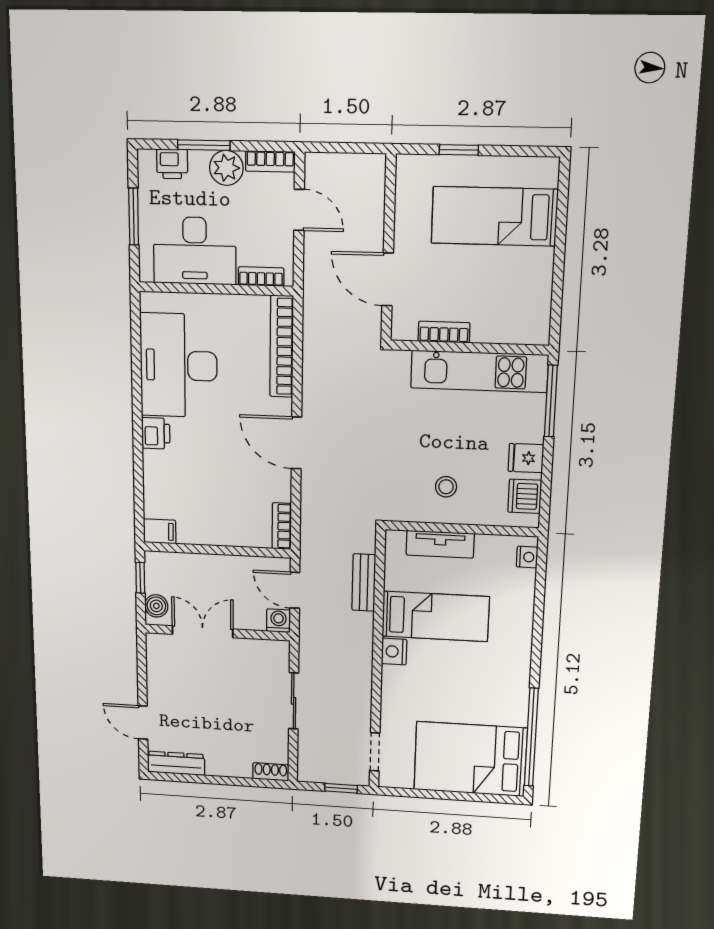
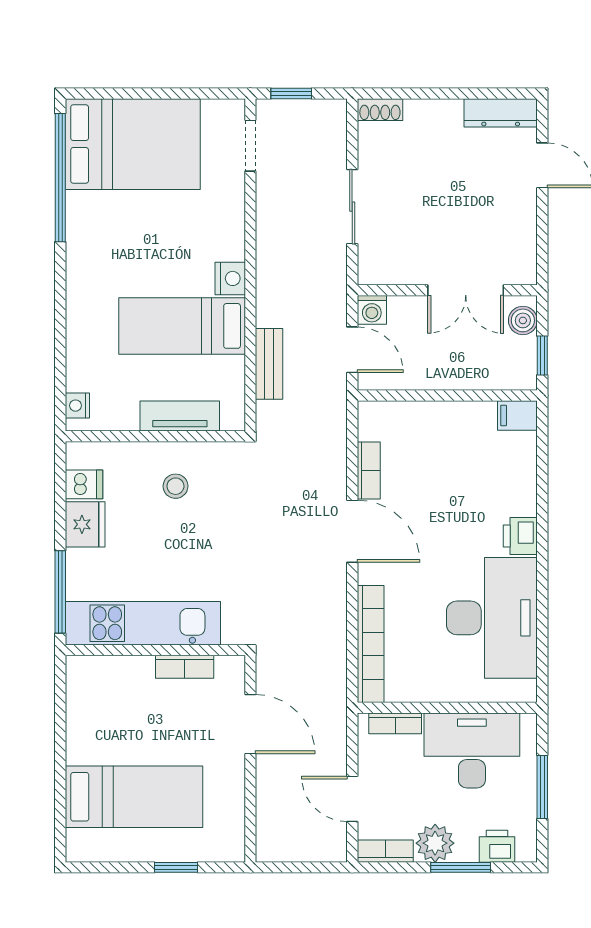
fridge: (526, 458) -> (85, 524), width x1.38
dishwasher: (525, 496) -> (84, 484), width x0.73
bookcase: (282, 526) -> (369, 471), moved

